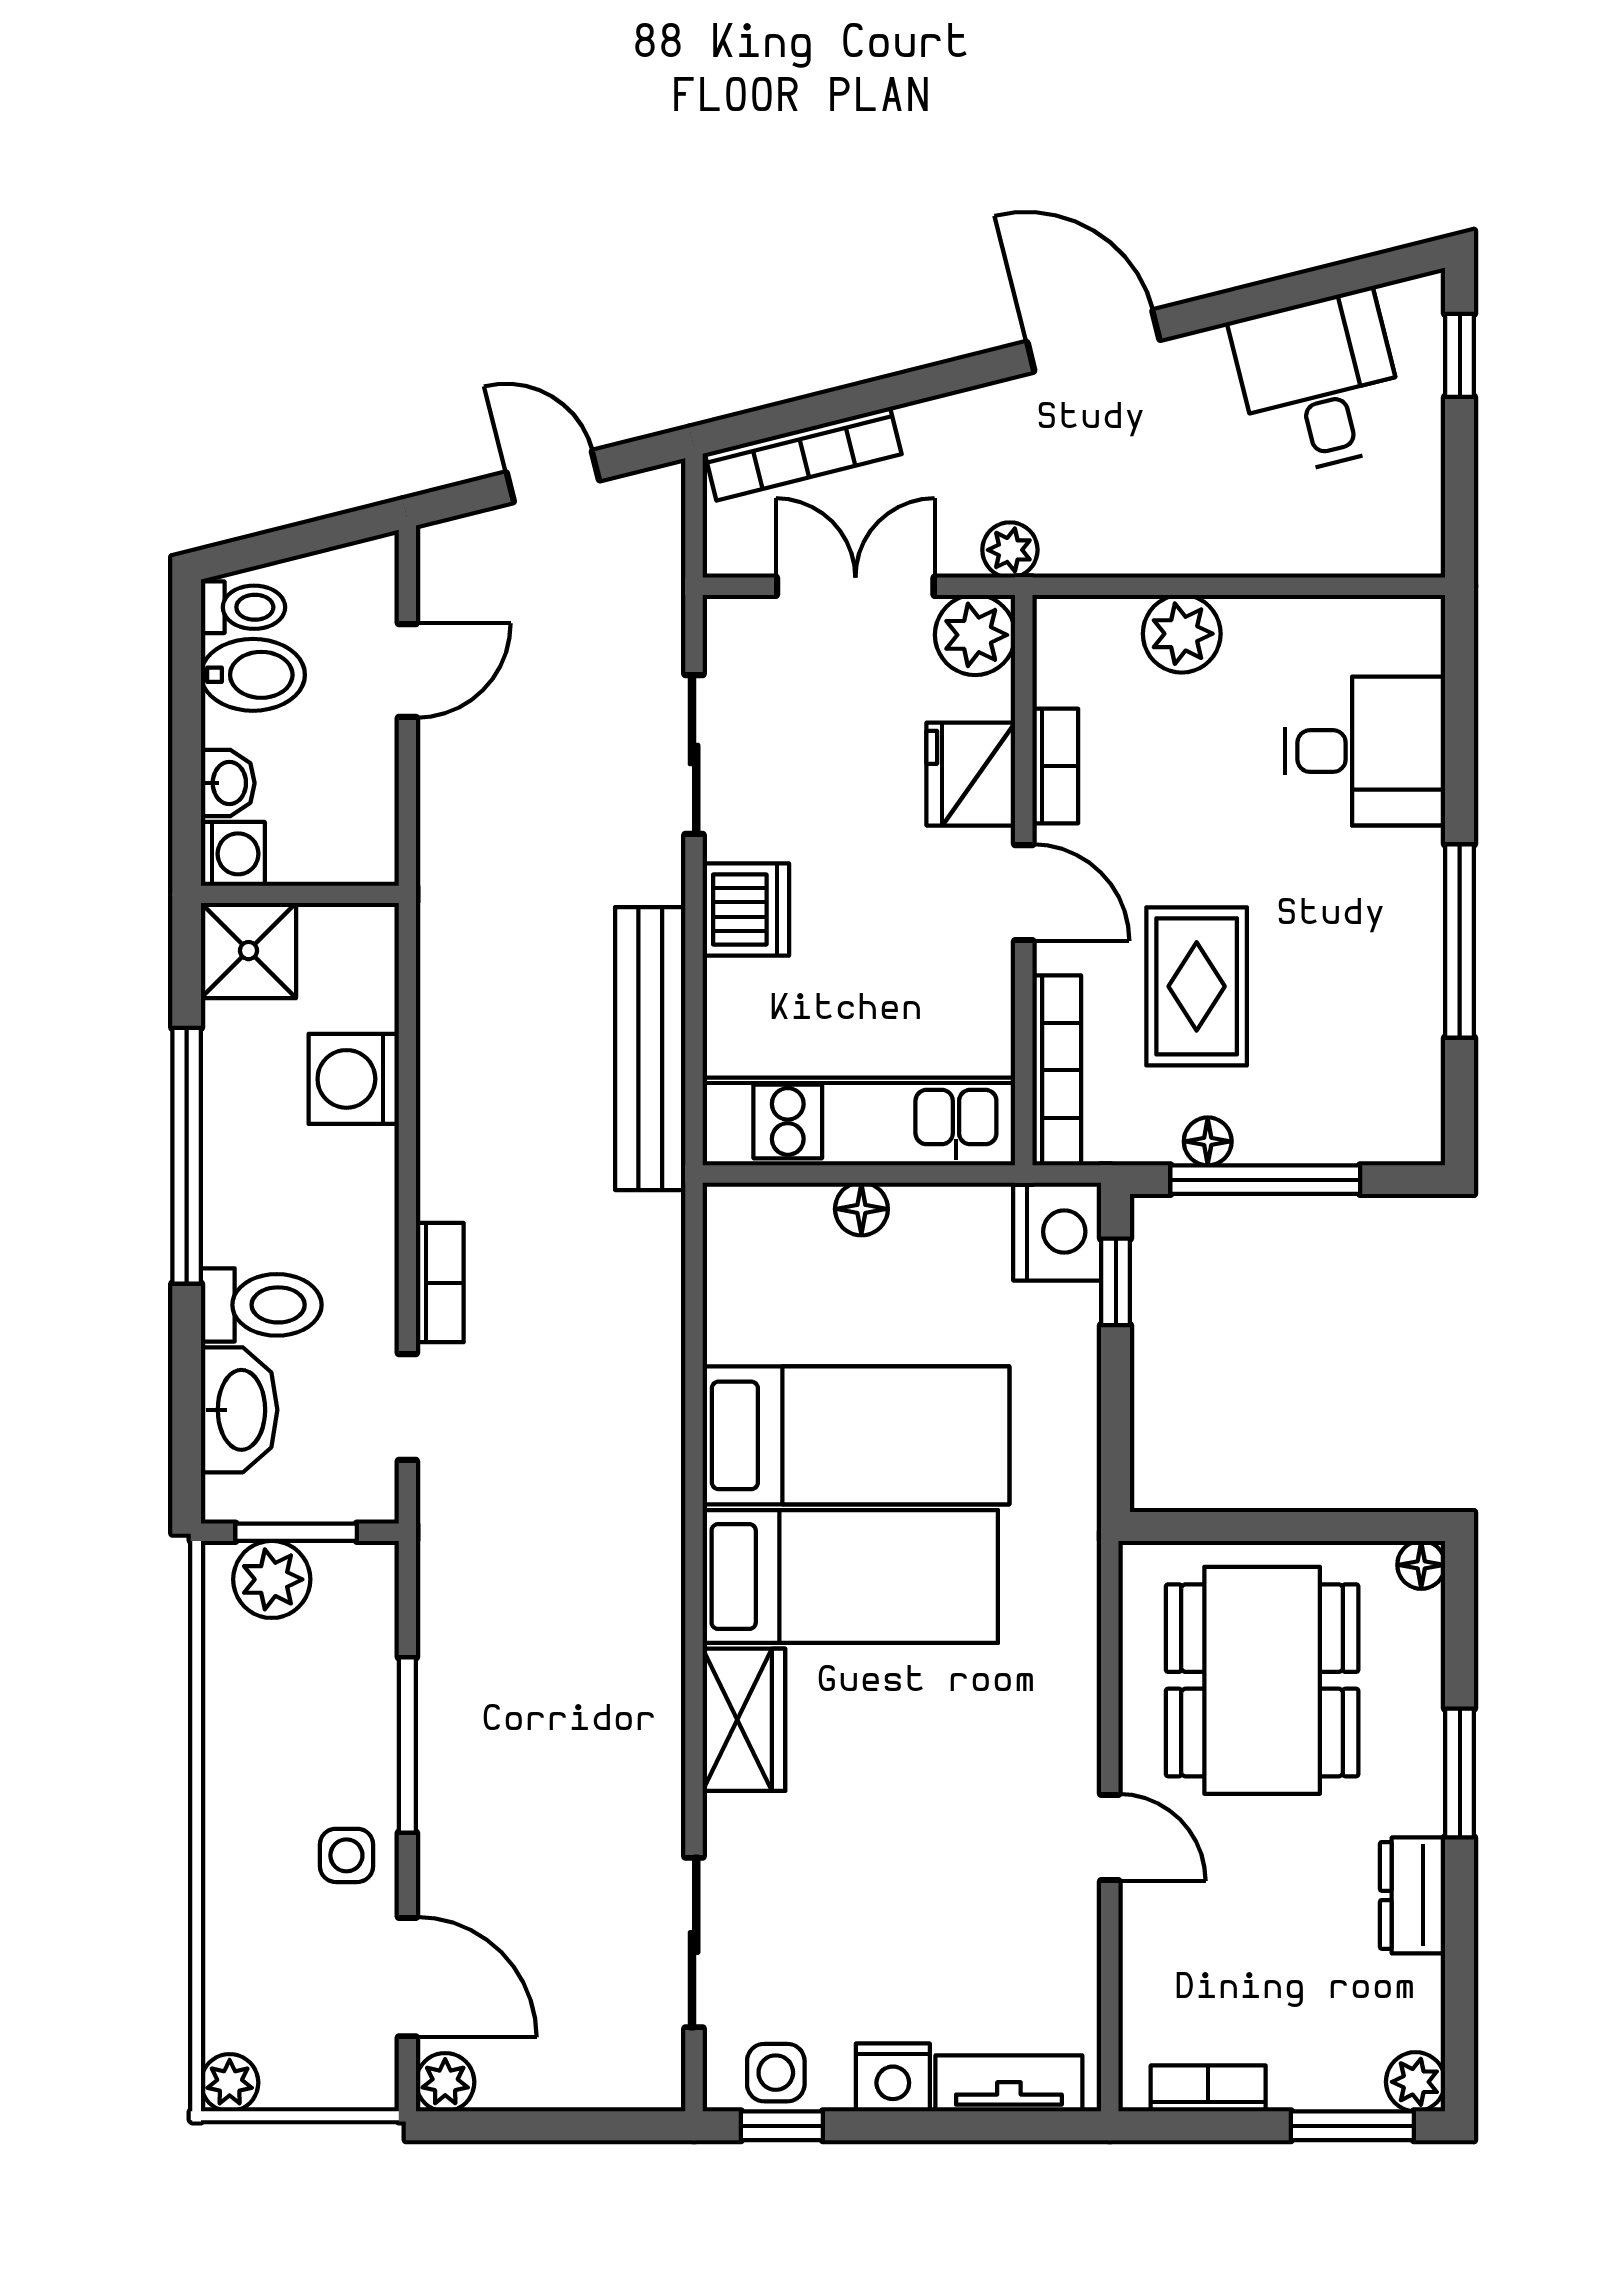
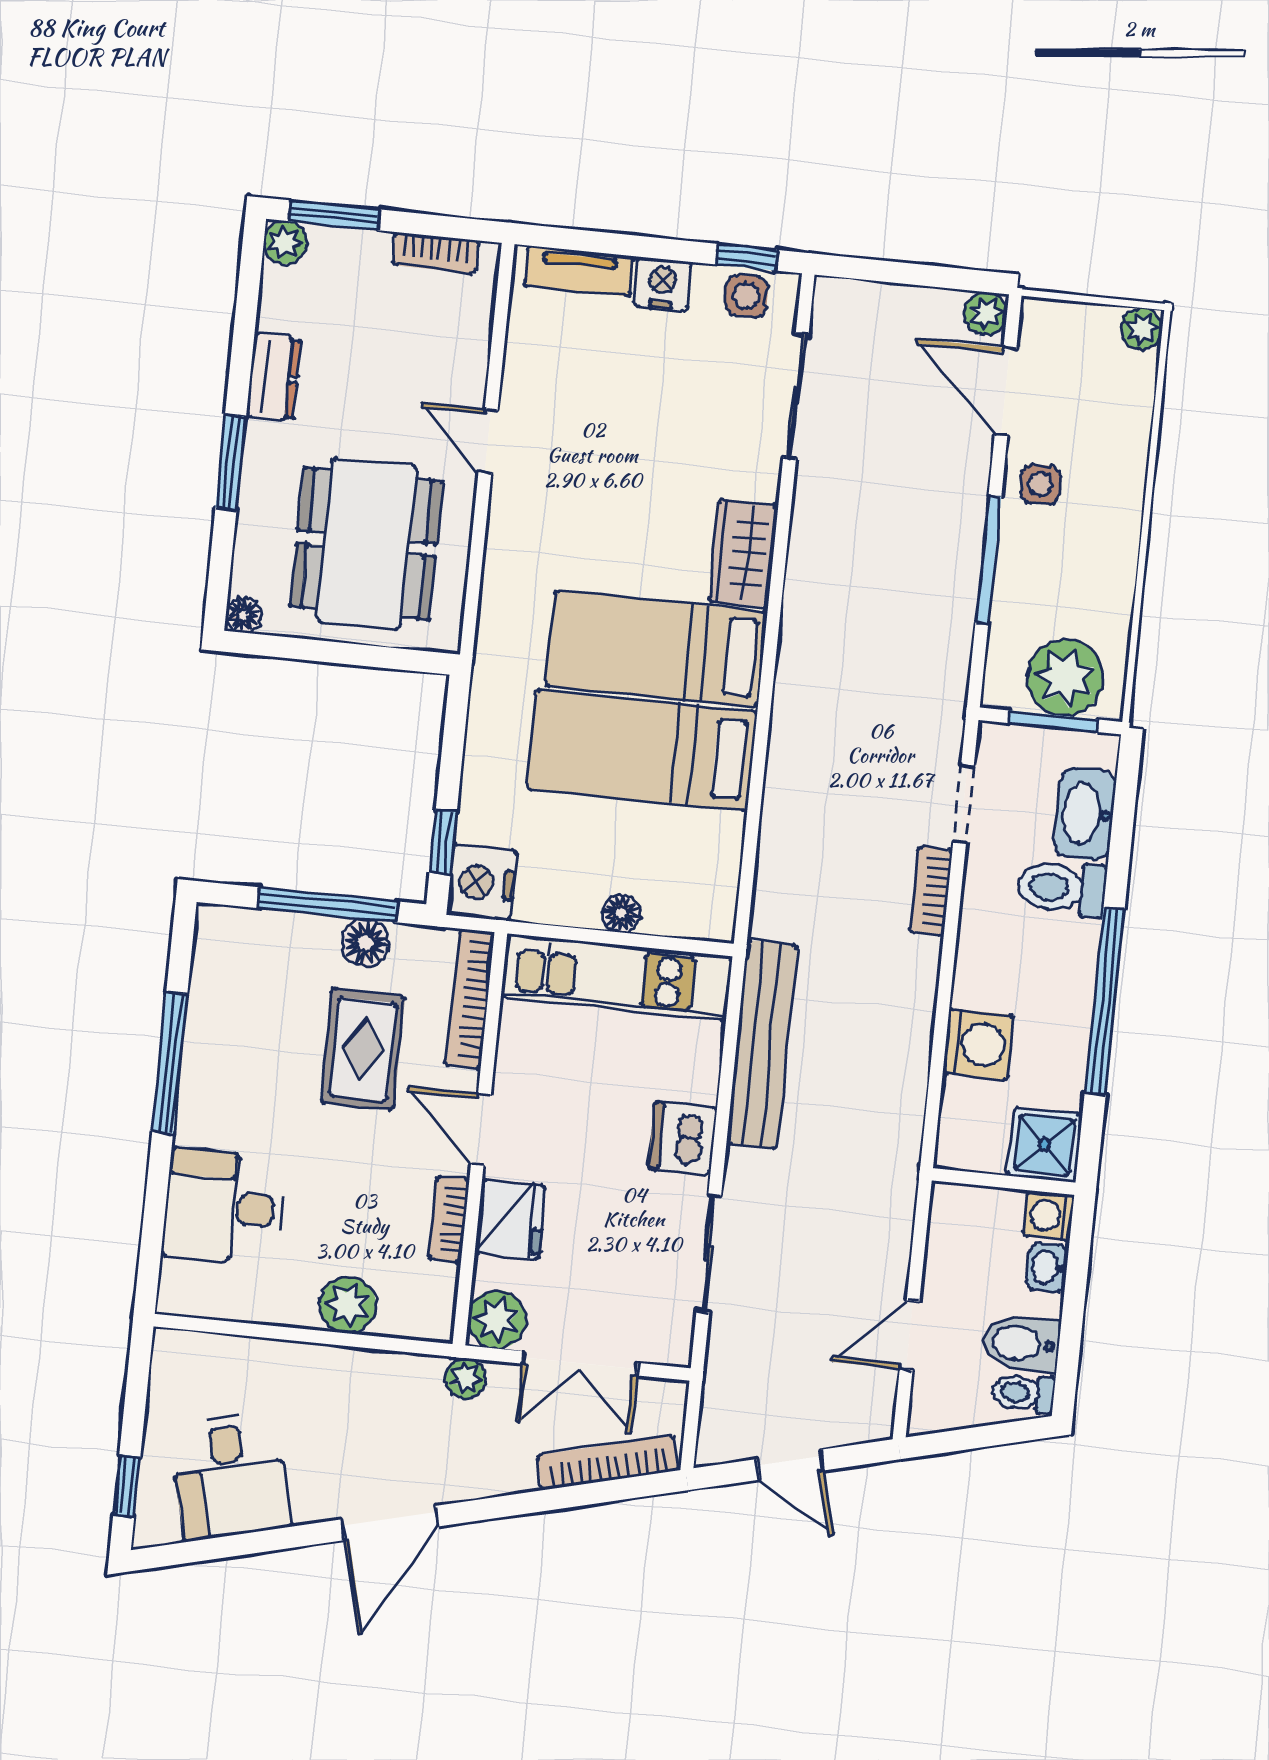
door: (1093, 341) -> (390, 1523), hinge flipped
floor lamp: (1208, 1141) -> (366, 943), width x1.37, depth x1.37
plant: (272, 1579) -> (1065, 678), width x1.36, depth x1.36

